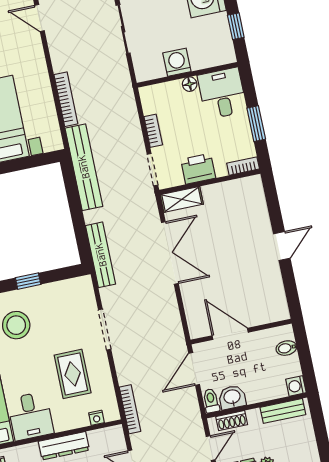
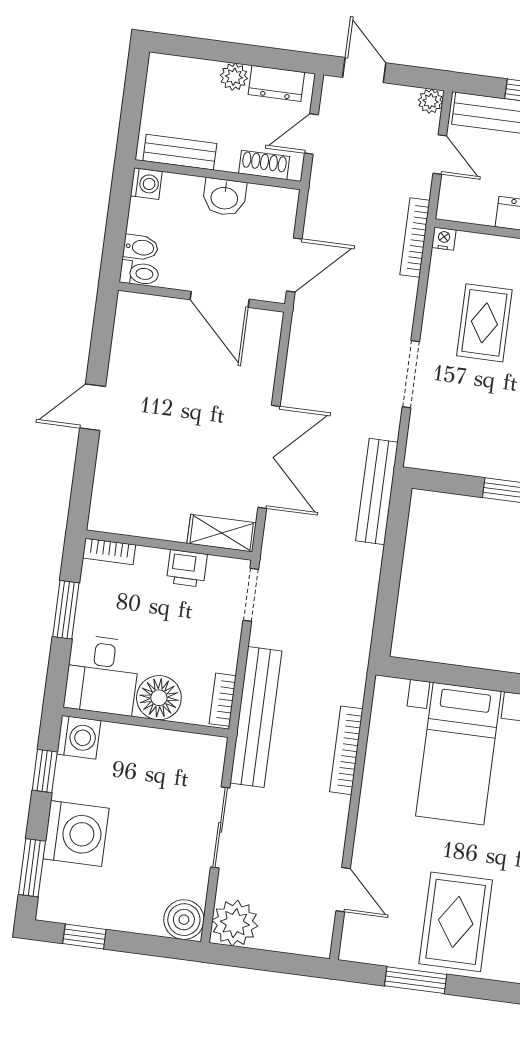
washing machine: (177, 62) -> (79, 737), moved, turned -90
floor lamp: (190, 84) -> (159, 698), width x1.89, depth x1.89
bookcase: (153, 131) -> (223, 700), moved
bench: (84, 167) -> (256, 717), moved
printer: (198, 169) -> (187, 568), width x0.73, depth x0.81
double door: (170, 253) -> (269, 457), swing flipped
washbasin: (232, 397) -> (224, 197), moved
toilet: (211, 401) -> (139, 273), moved, turned -90
nightstand: (96, 418) -> (444, 239), moved

